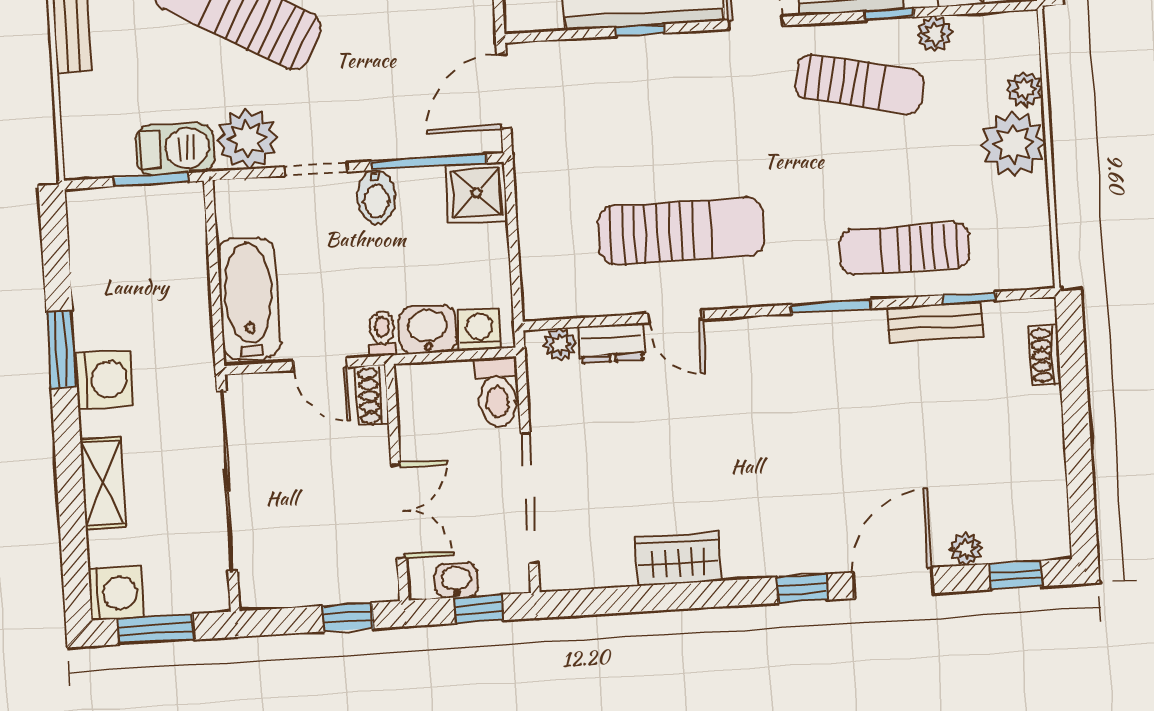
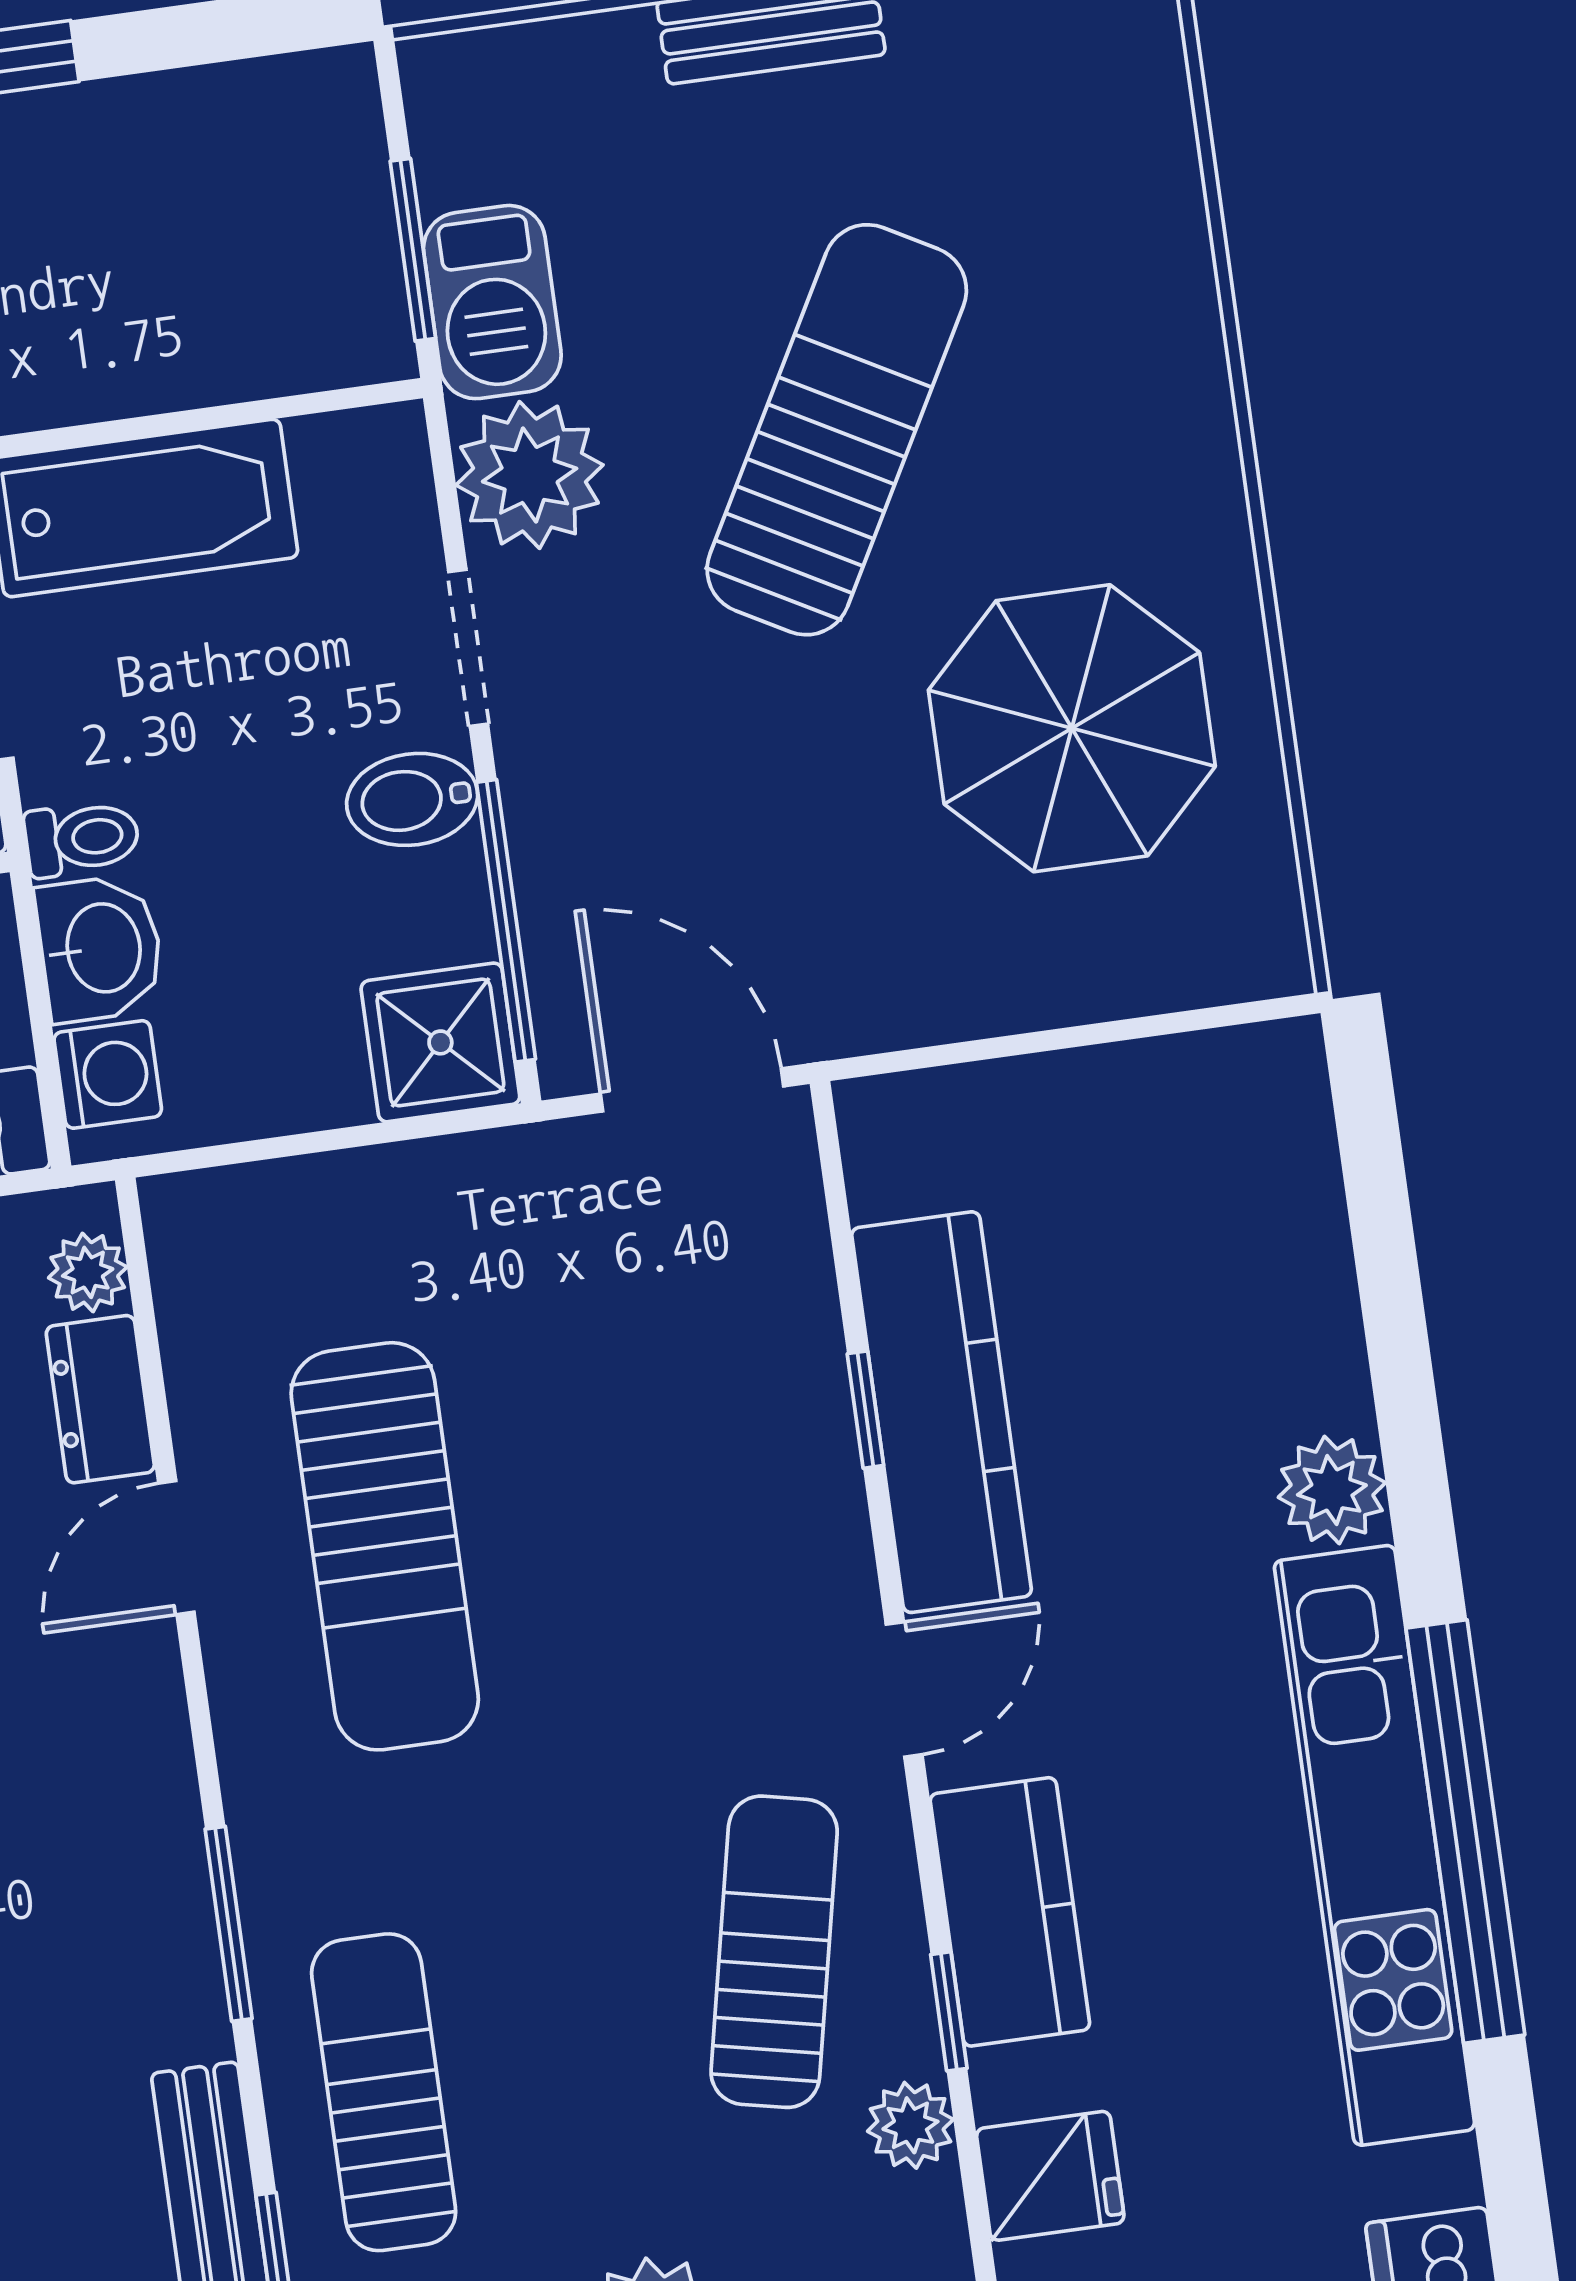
sun lounger: (859, 84) -> (774, 1952), turned 180

